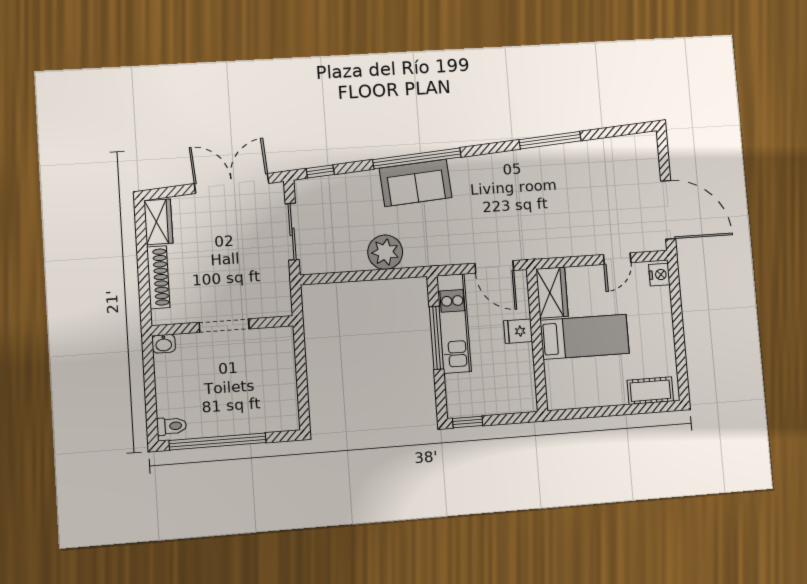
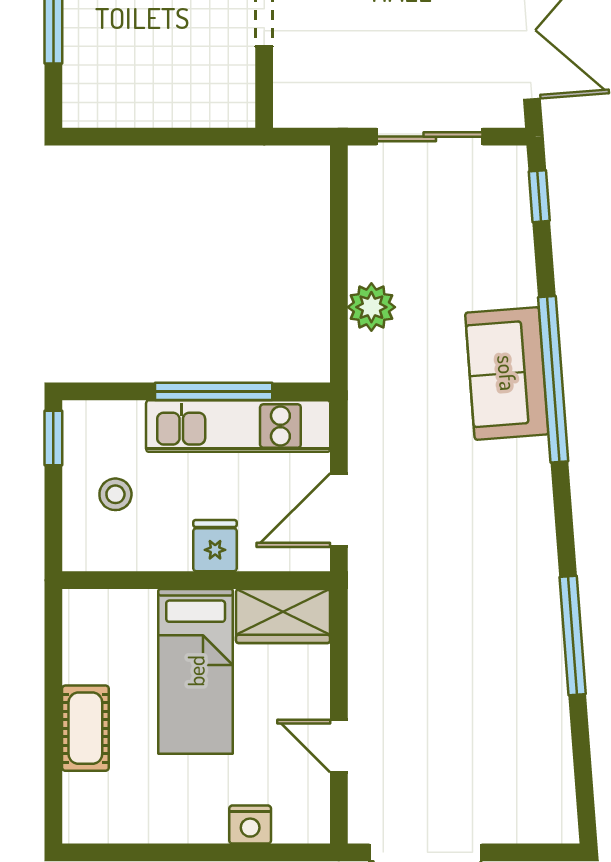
plant: (385, 252) -> (371, 307), width x0.73, depth x0.73
nightstand: (659, 275) -> (250, 825), moved
stool: (495, 386) -> (115, 494), added
cot: (650, 391) -> (85, 728), moved

